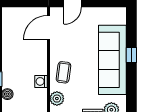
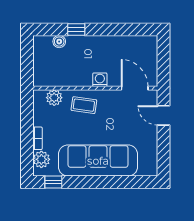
window: (131, 55) -> (53, 182), moved
washing machine: (41, 81) -> (100, 80), moved

